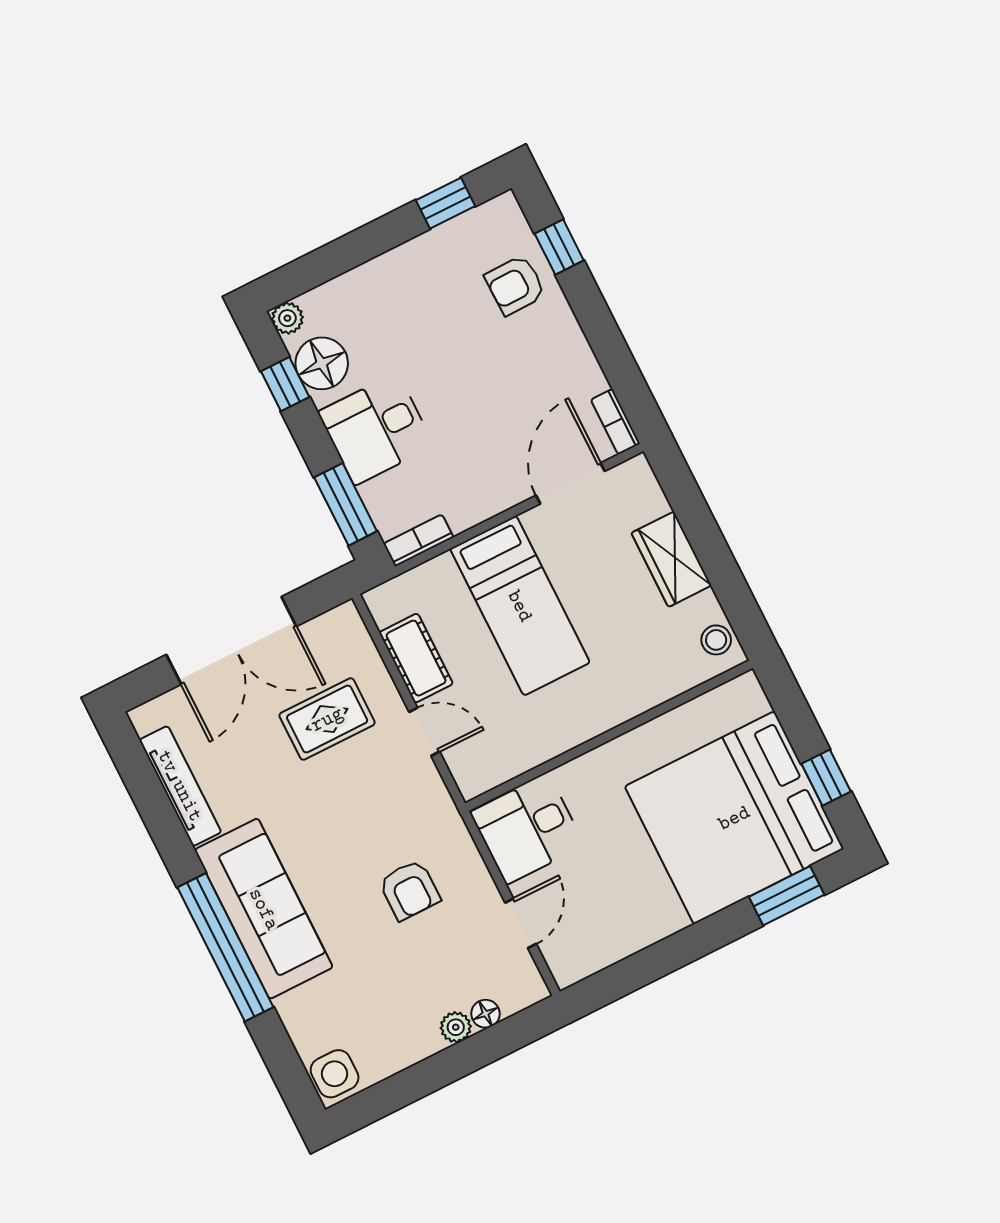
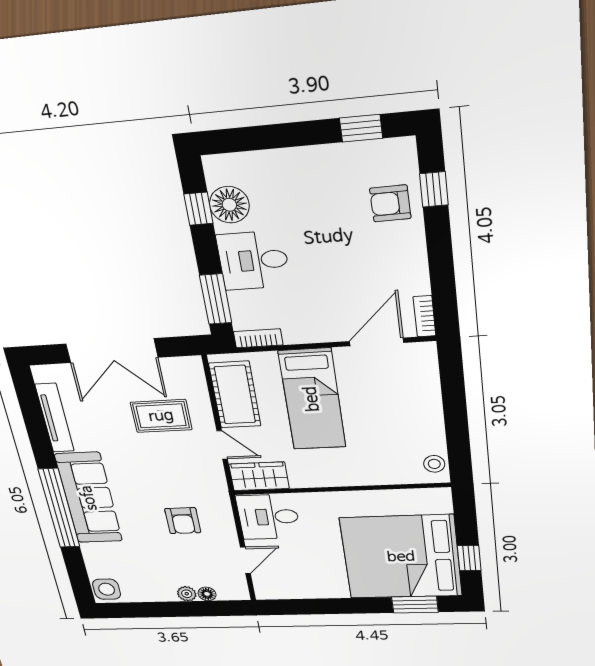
plant: (287, 318) -> (214, 166), removed
wardrobe: (671, 559) -> (259, 476), moved, turned 90
cot: (416, 658) -> (235, 395), width x1.37, depth x1.34

